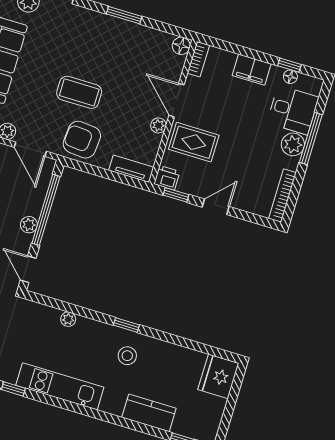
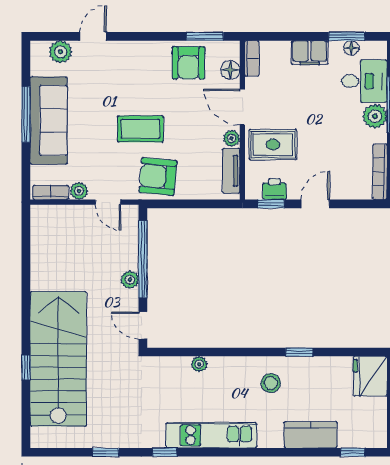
window: (124, 15) -> (205, 36), moved
armchair: (140, 46) -> (188, 63), added
floor lamp: (181, 46) -> (230, 70), moved
window: (289, 65) -> (347, 36), width x1.50
door: (30, 149) -> (108, 202), width x0.73
tv unit: (131, 169) -> (231, 171), moved, turned -90
printer: (167, 178) -> (274, 189), moved
window: (126, 325) -> (299, 352), moved

